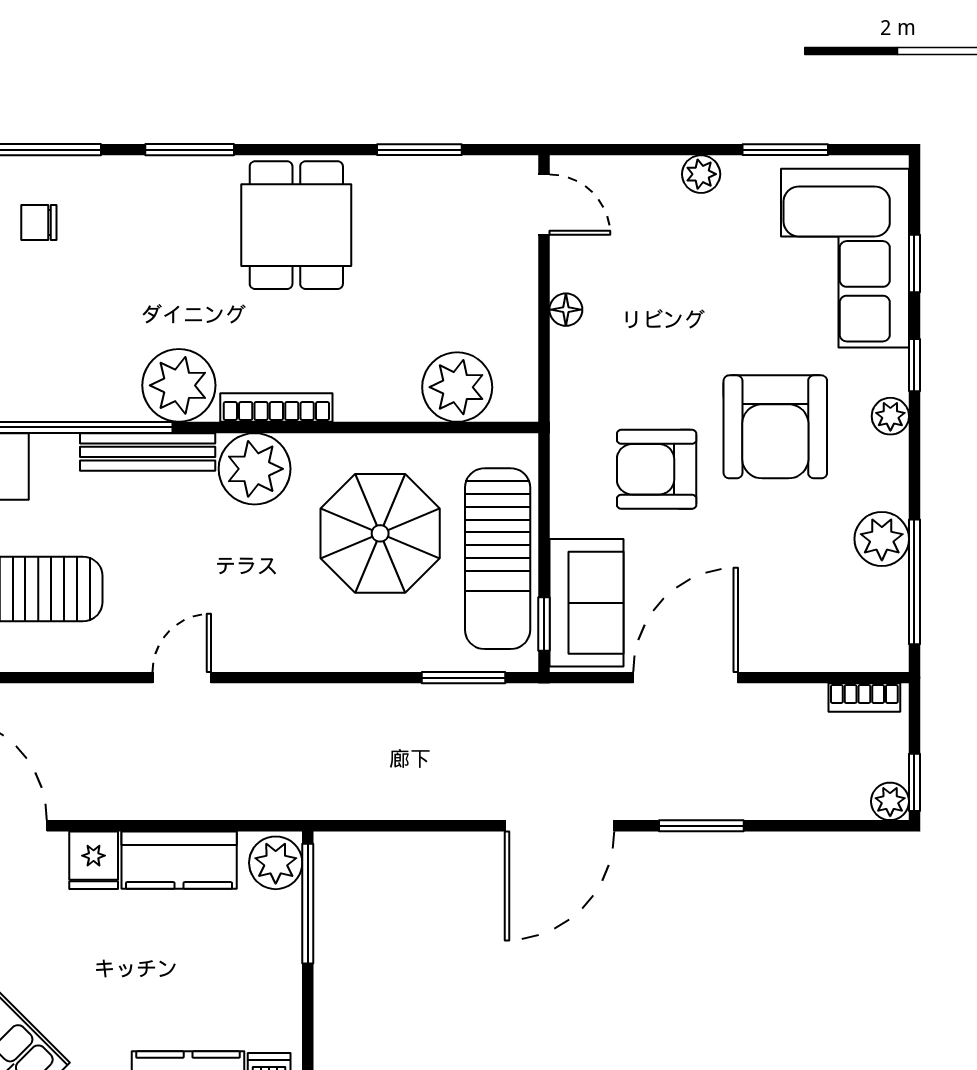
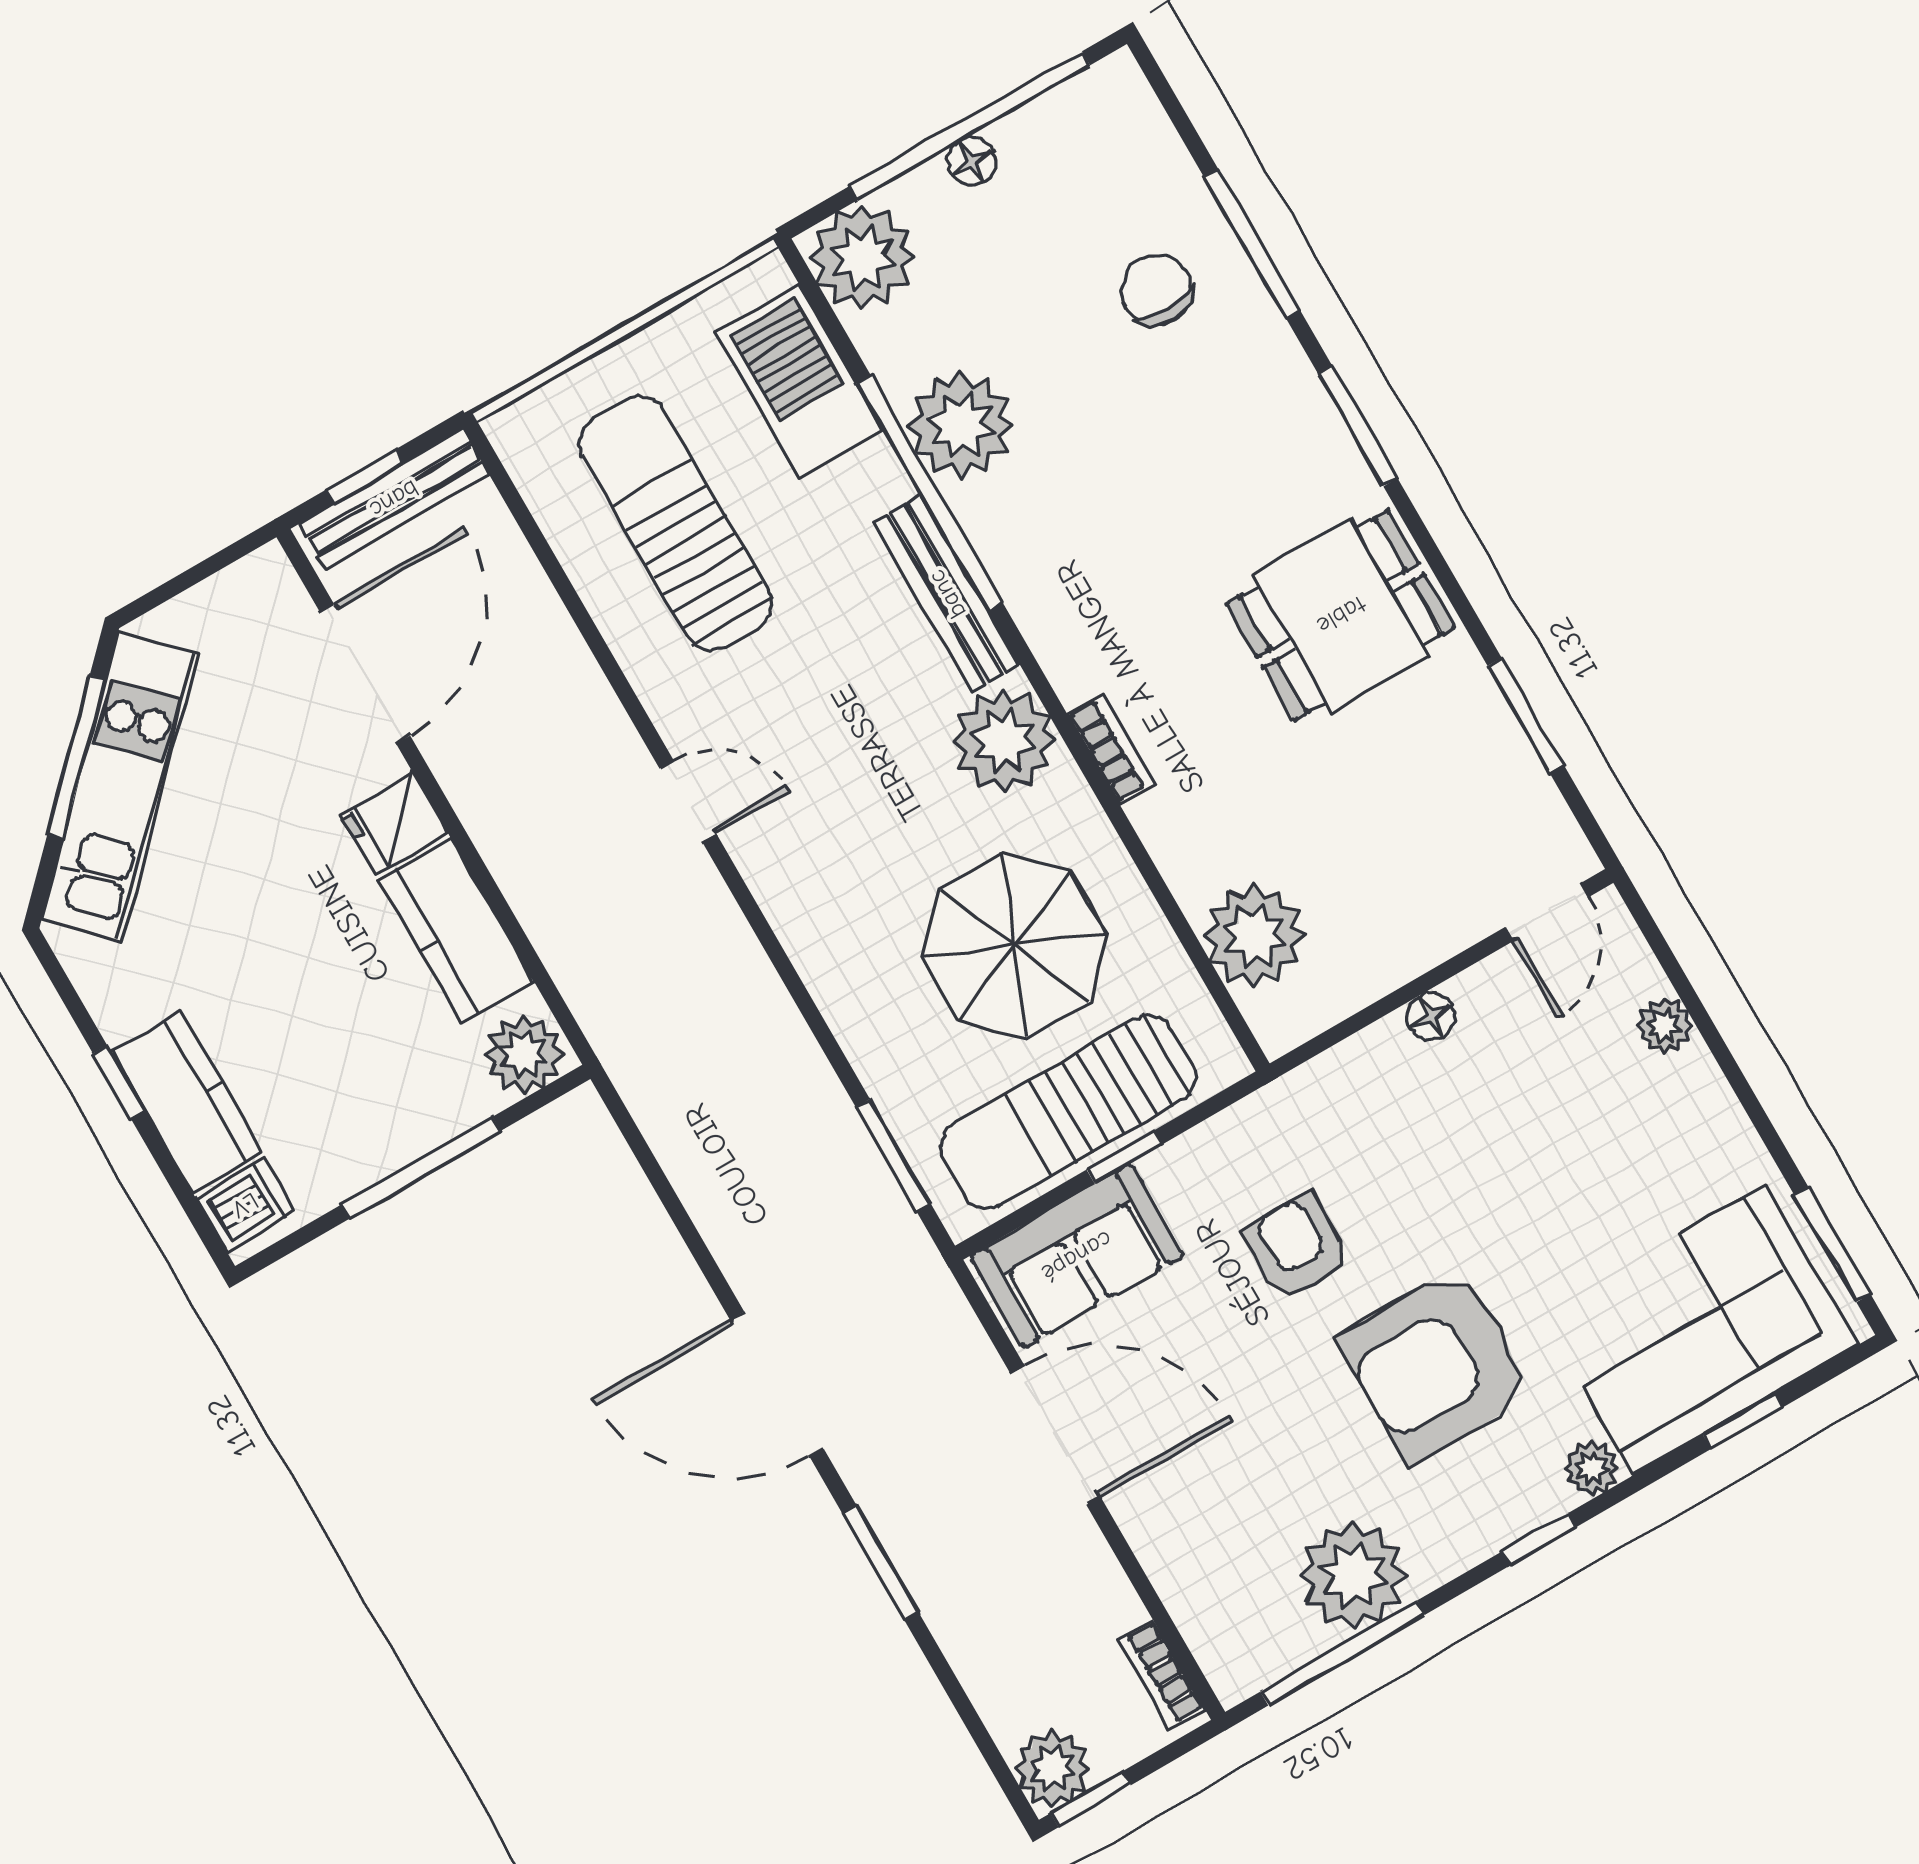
window: (785, 150) -> (1832, 1244), moved
plant: (701, 174) -> (1664, 1026), moved
chair: (39, 222) -> (1156, 290), width x1.37, depth x1.37
window: (914, 365) -> (1539, 1539), moved
plant: (179, 385) -> (961, 425), moved
bookcase: (276, 408) -> (1111, 749), width x0.64
plant: (890, 416) -> (1592, 1468), moved
armchair: (657, 469) -> (1296, 1247), width x0.72, depth x0.72
plant: (882, 539) -> (1353, 1575), width x1.36, depth x1.36
window: (544, 624) -> (1124, 1157), moved
plant: (890, 801) -> (1052, 1768), width x1.38, depth x1.38
window: (308, 904) -> (421, 1168), moved

